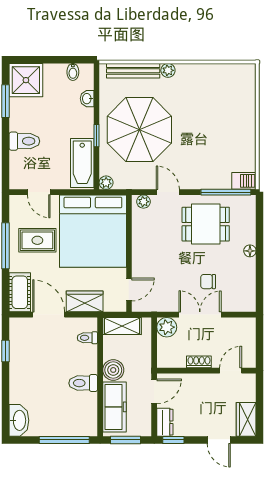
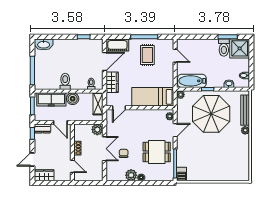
toilet: (24, 141) -> (224, 48), moved
door: (39, 192) -> (175, 56), swing flipped
dining table: (206, 224) -> (157, 152), turned 90
bed: (93, 231) -> (153, 97), width x0.49
plant: (246, 268) -> (131, 175), added
door: (129, 290) -> (119, 108), hinge flipped

